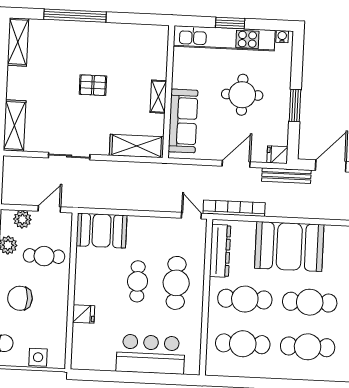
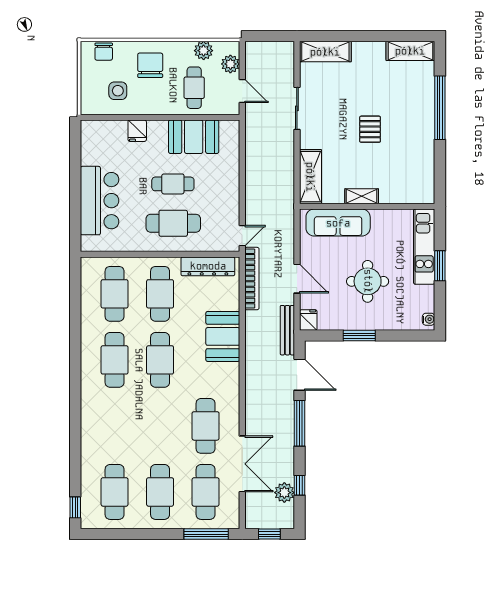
kitchen unit: (224, 38) -> (424, 247), width x0.73
booth: (102, 231) -> (194, 137), moved, turned 90
booth: (289, 246) -> (223, 336), width x0.73, depth x0.70
side table: (38, 357) -> (118, 91), moved

